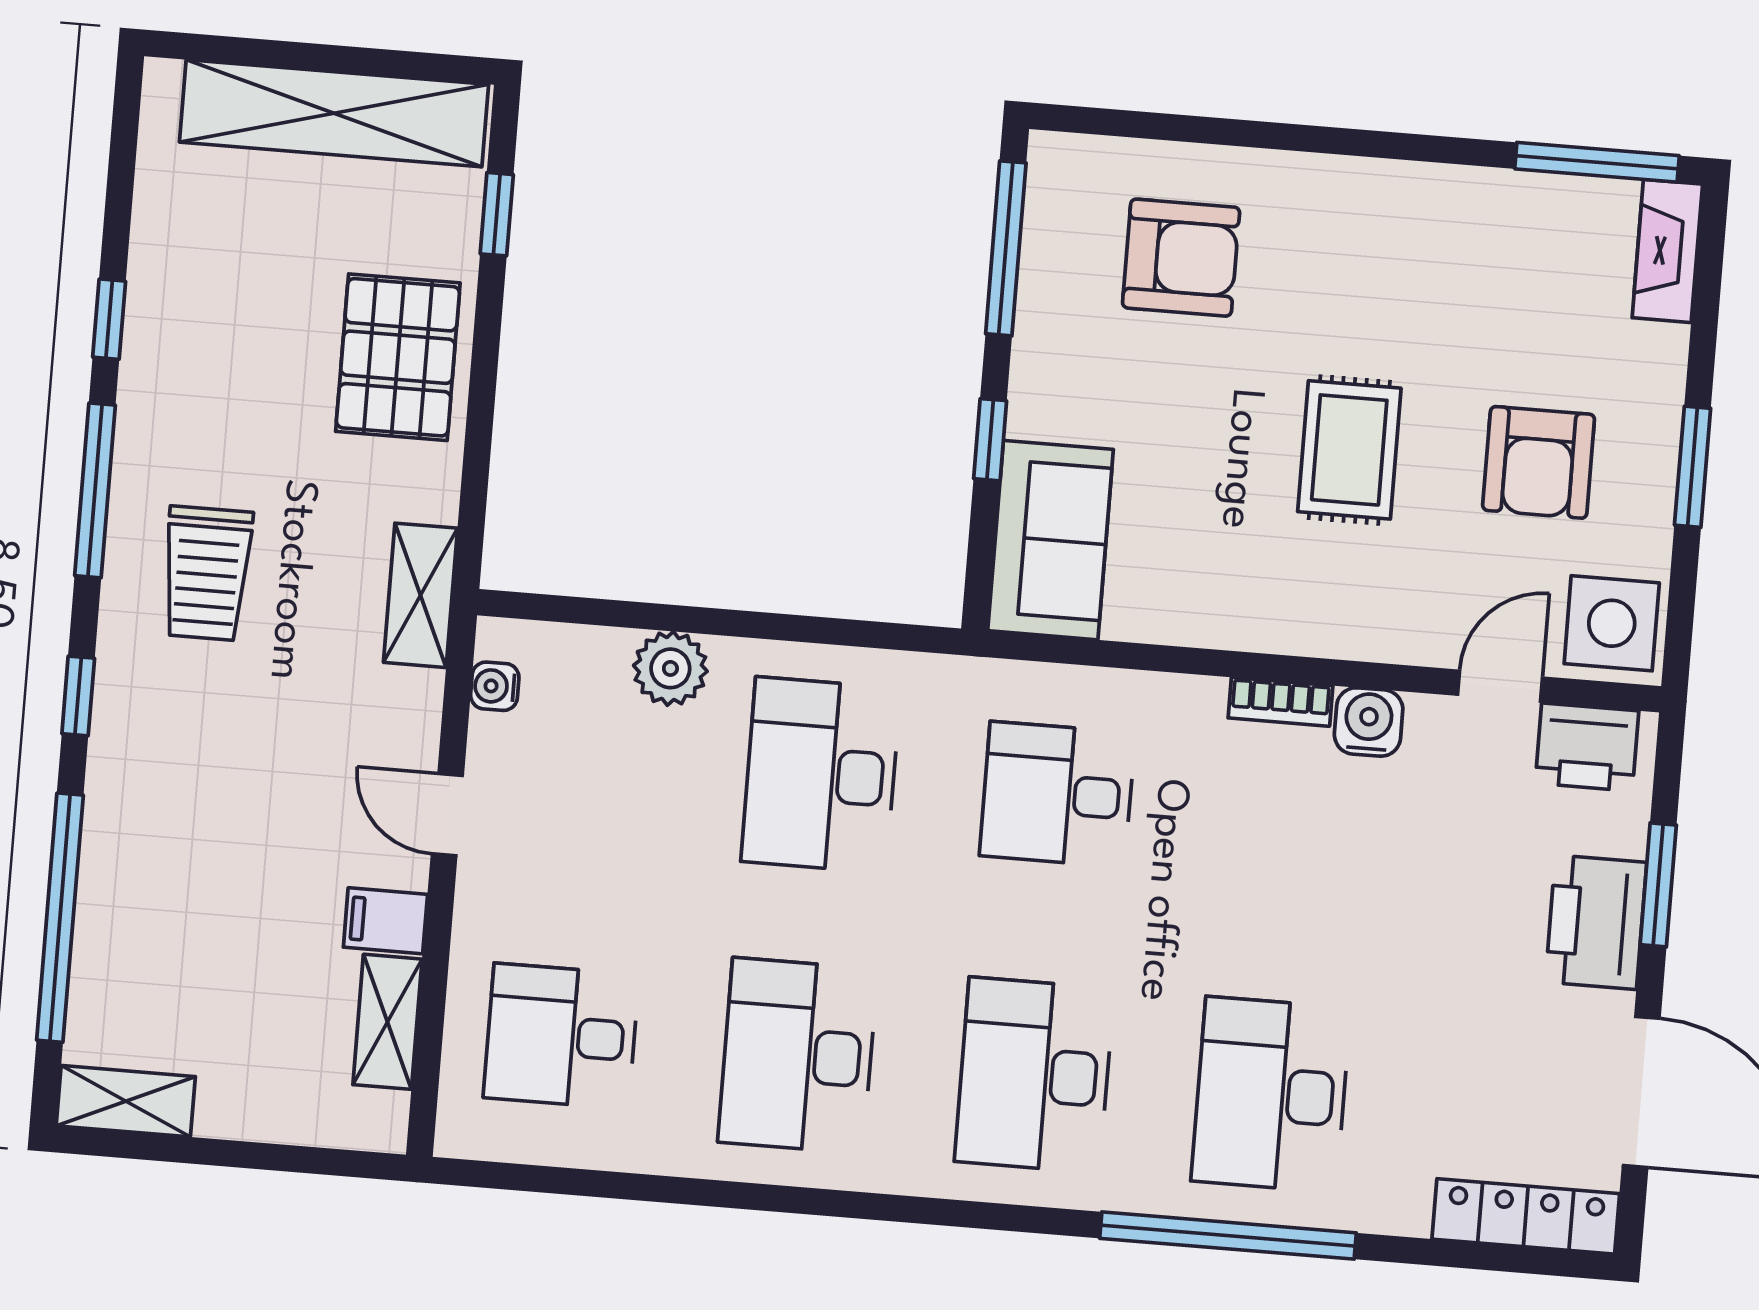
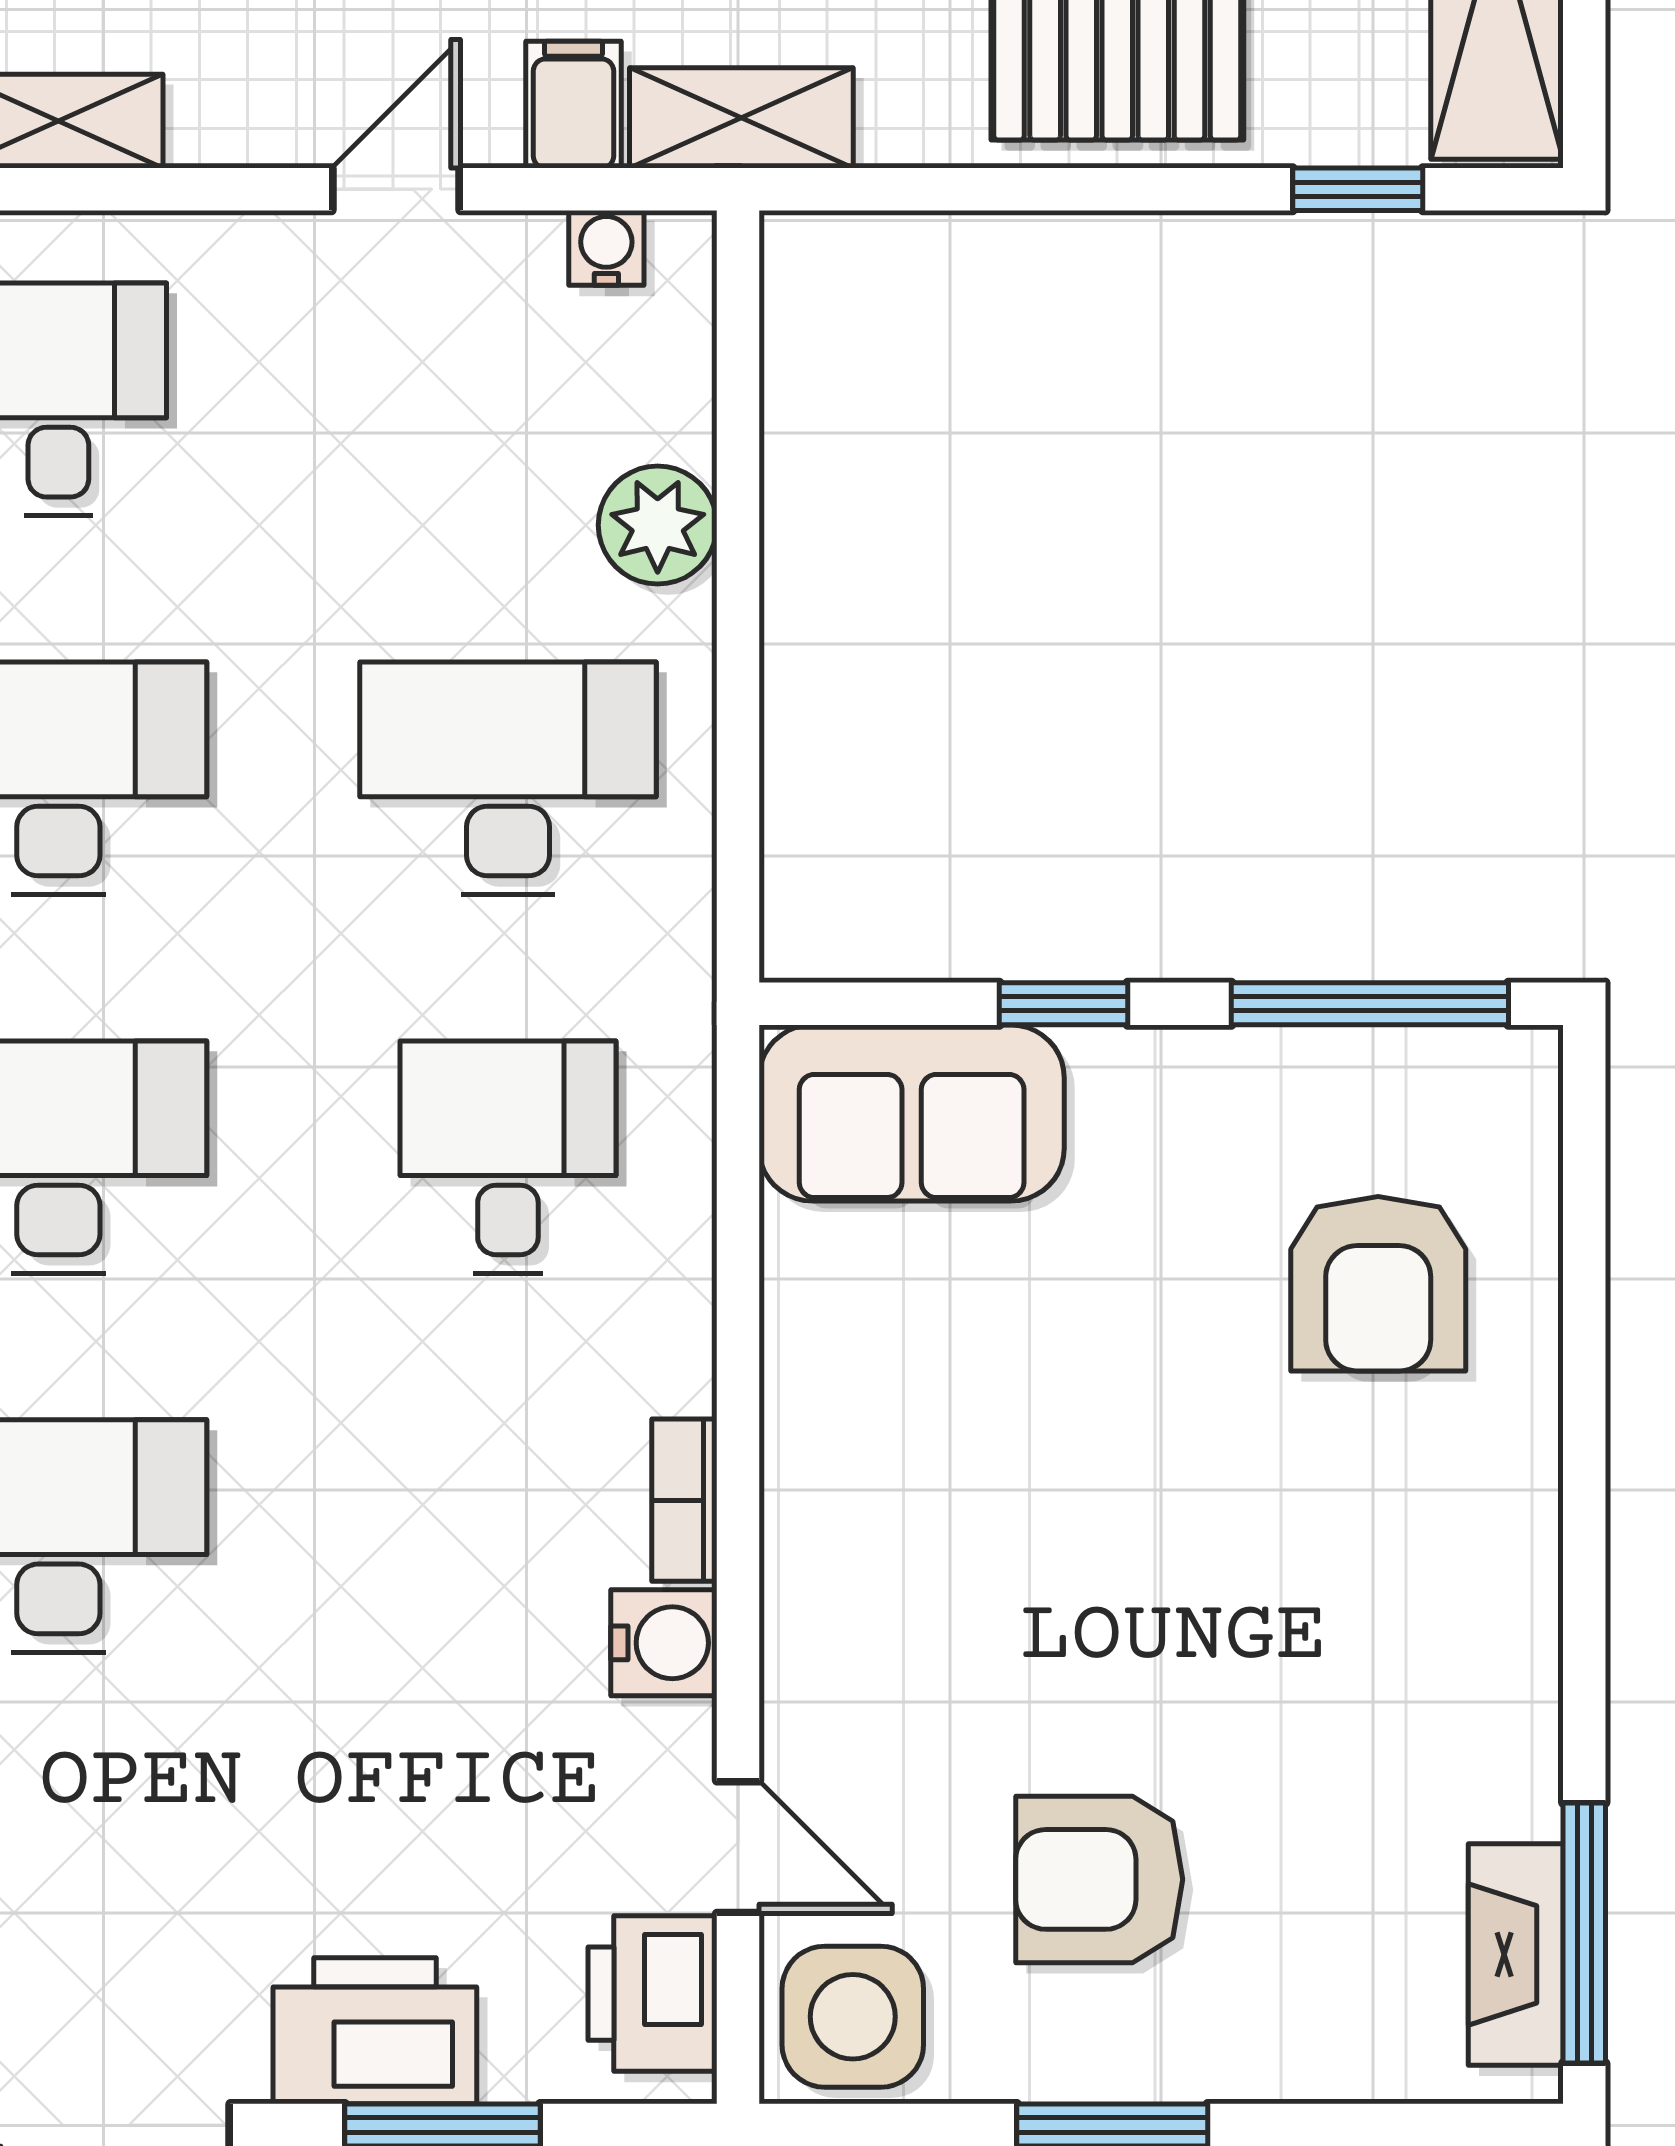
fireplace: (1667, 251) -> (1516, 1954), moved, turned -90
rug: (1349, 450) -> (1094, 1577), removed
filing cabinet: (385, 921) -> (574, 105), moved

